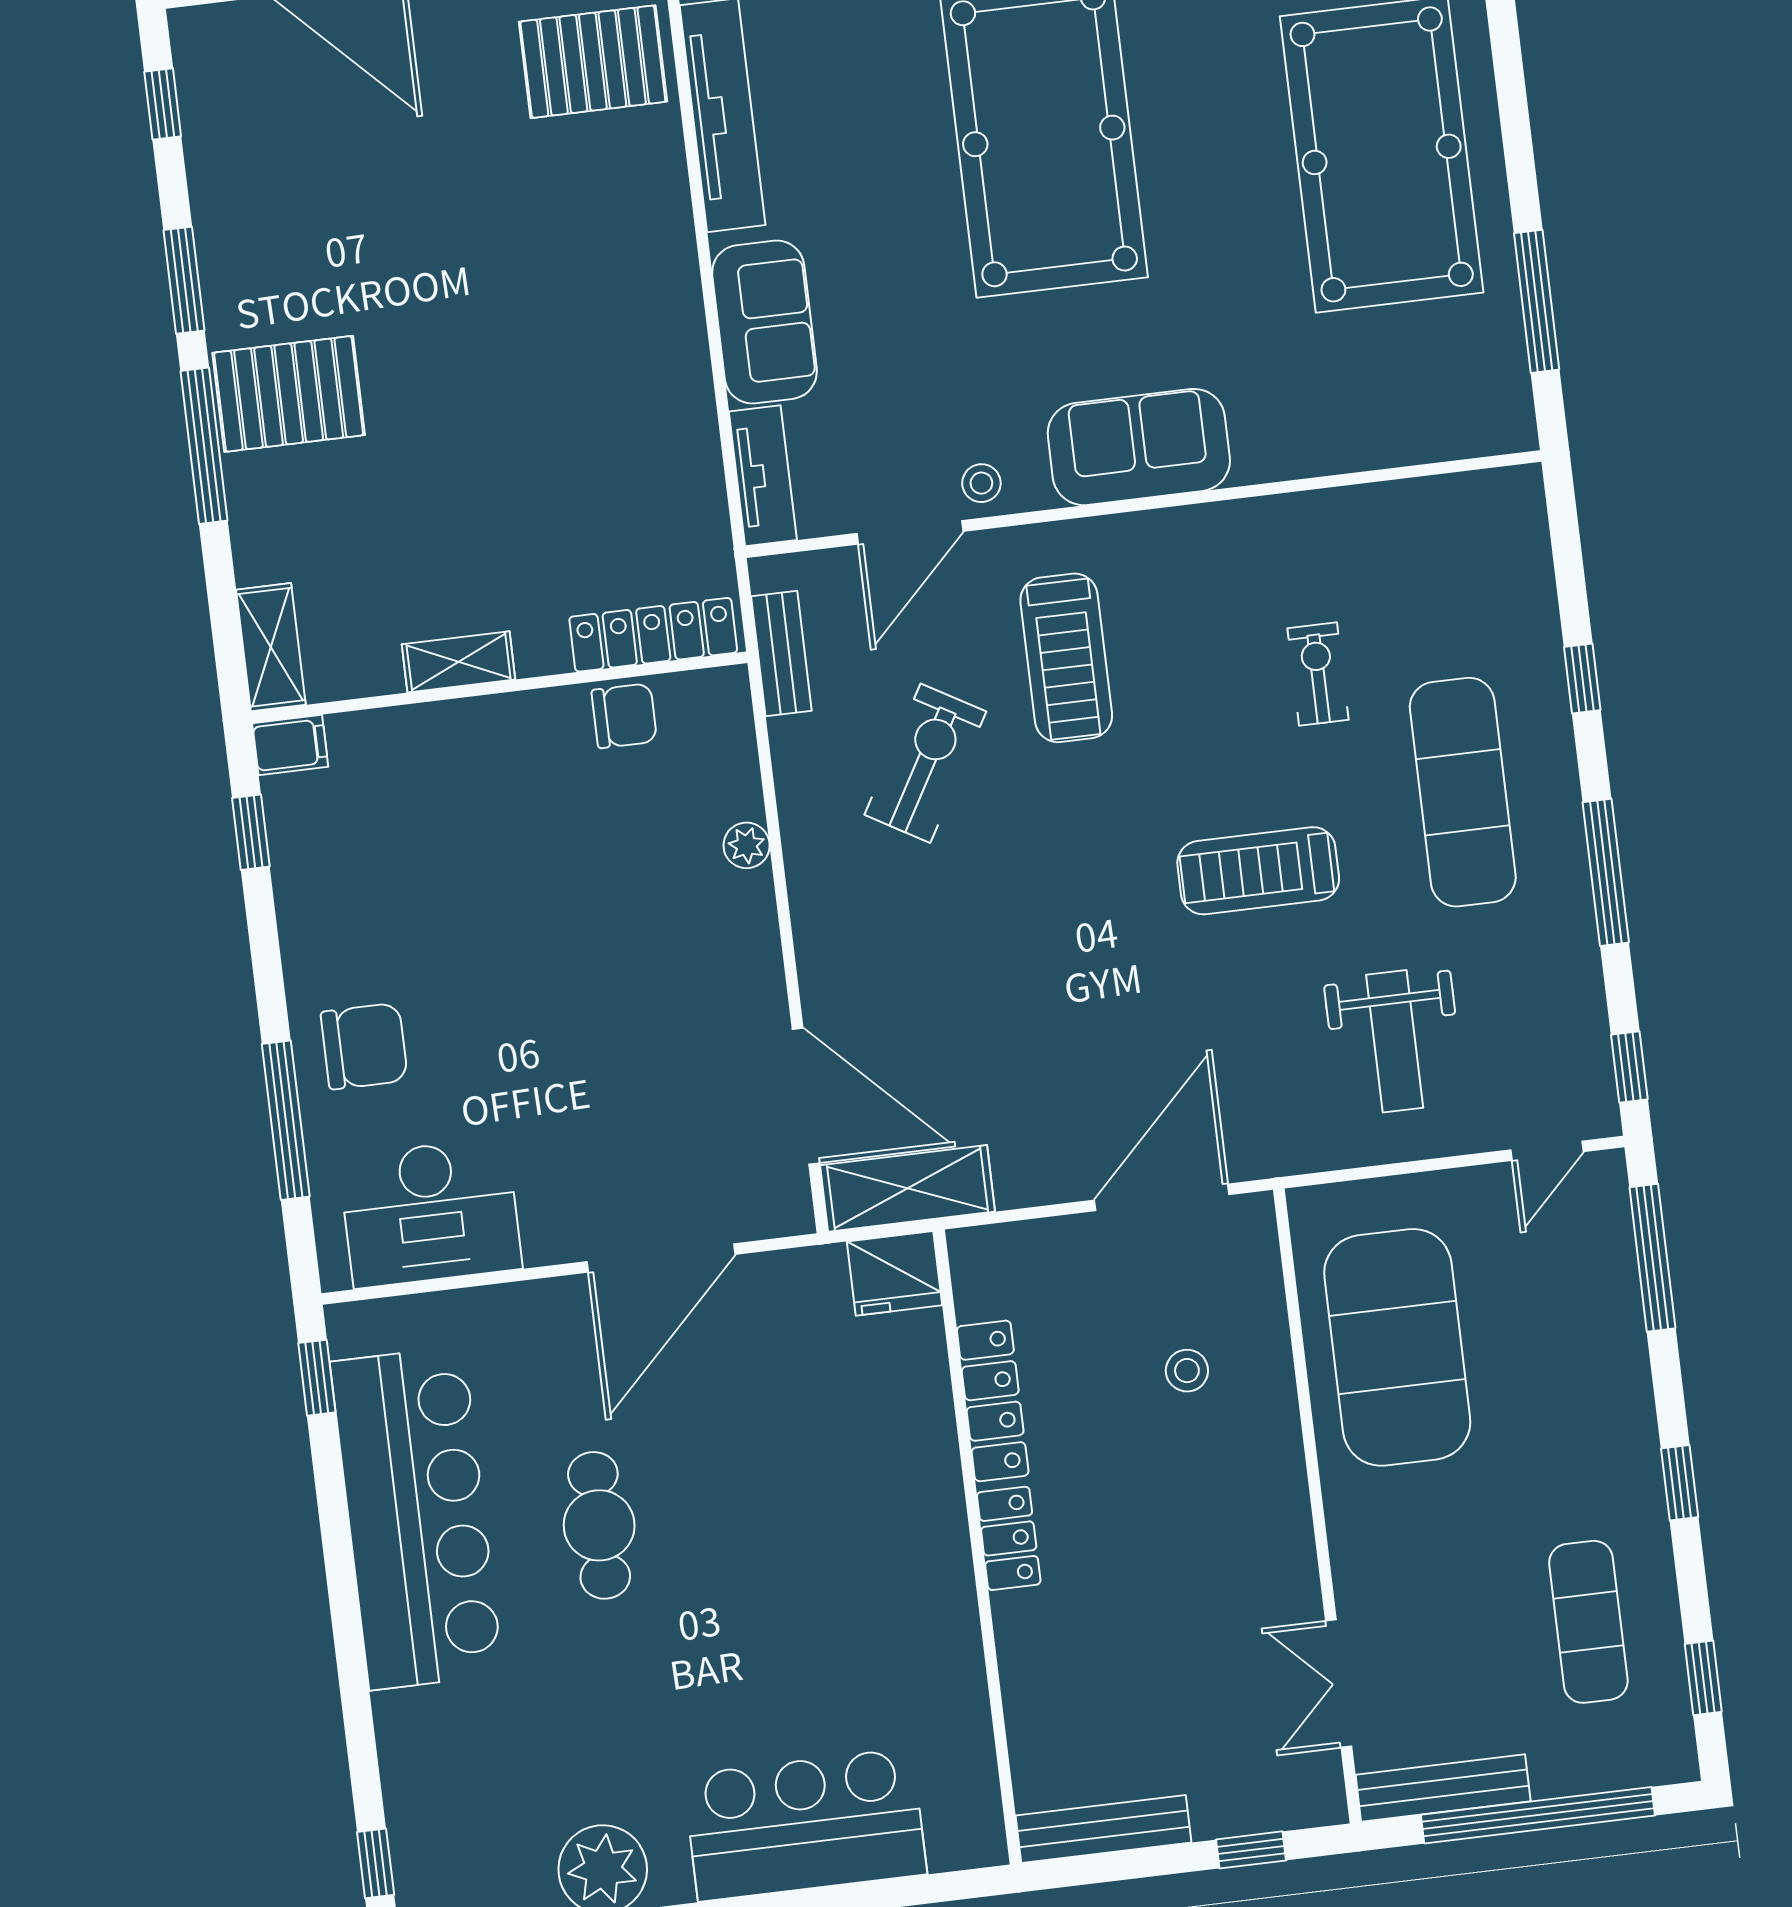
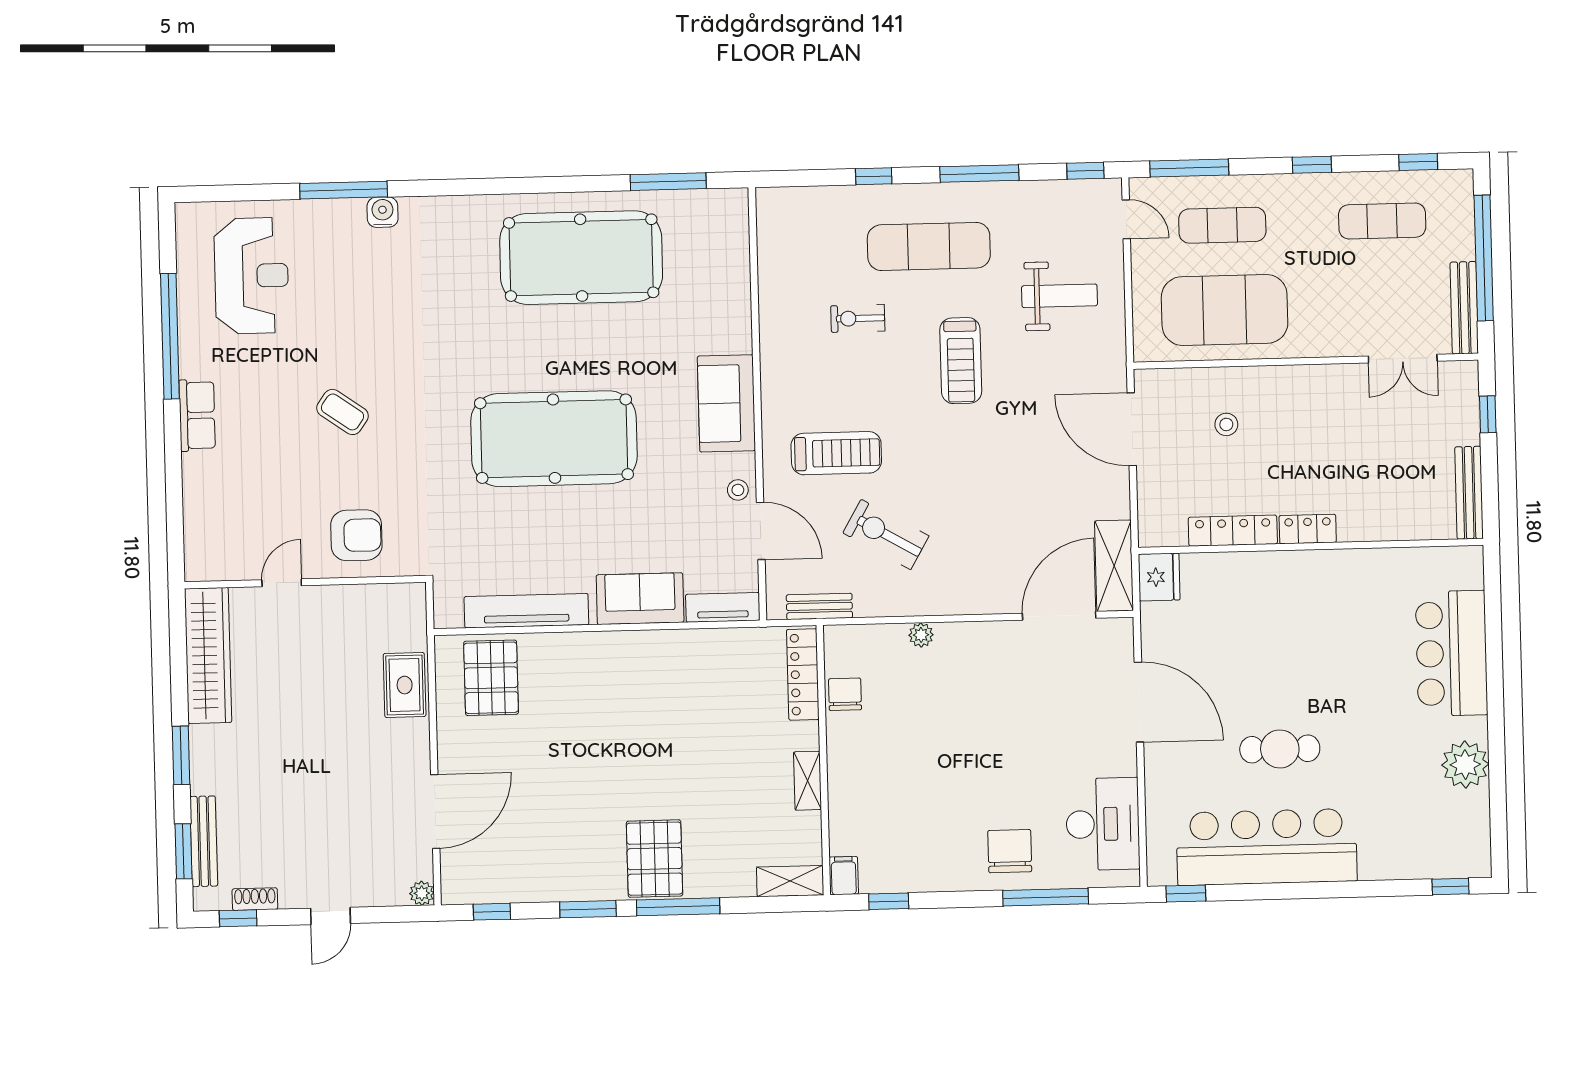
exercise mat: (1553, 1329) -> (1222, 225), added

